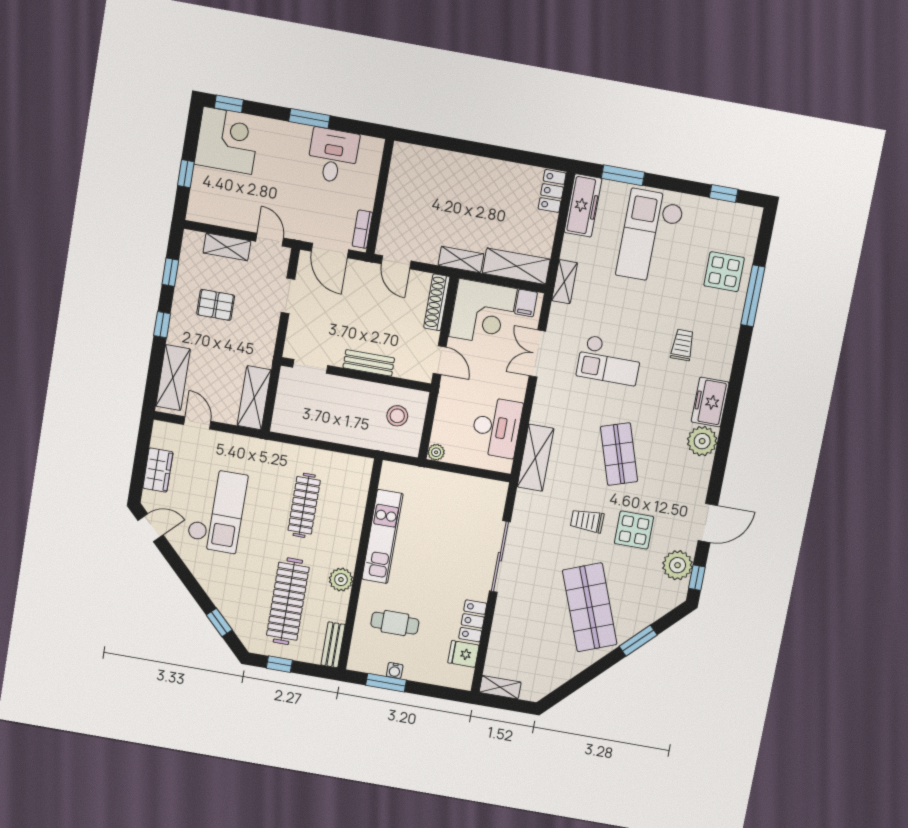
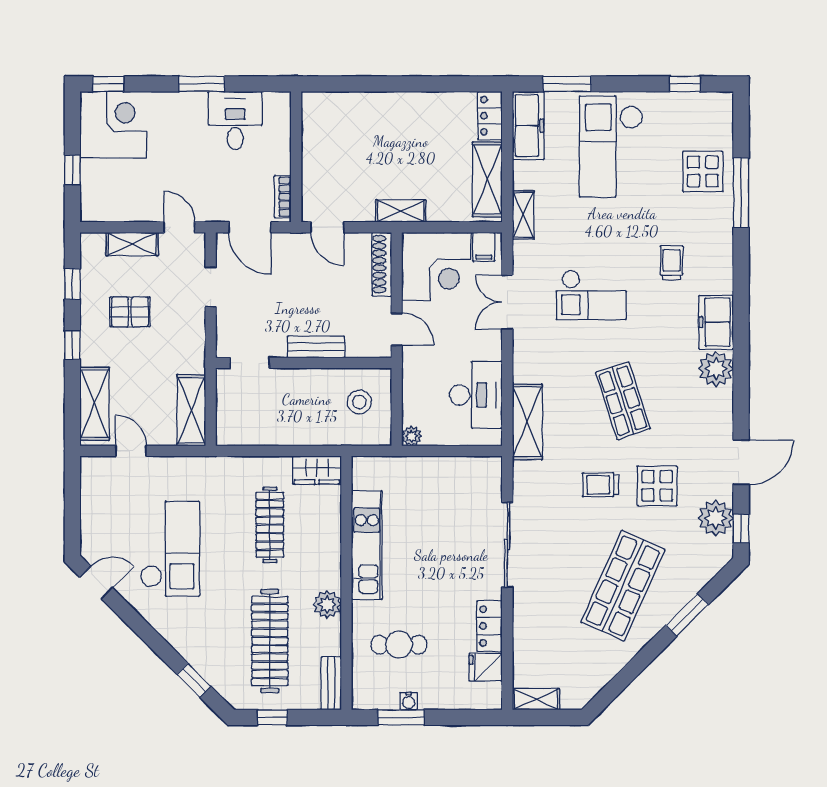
shelving: (516, 266) -> (487, 179), moved, turned 90
wardrobe: (158, 470) -> (317, 470), moved, turned 90
shop shelf: (590, 607) -> (623, 586), turned 45

